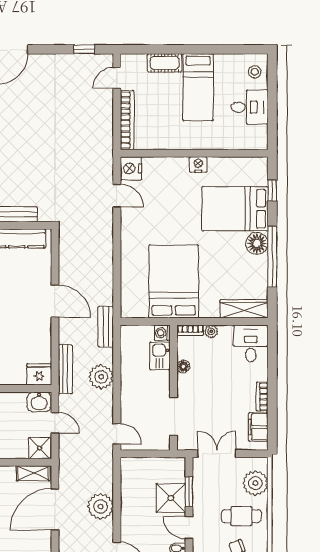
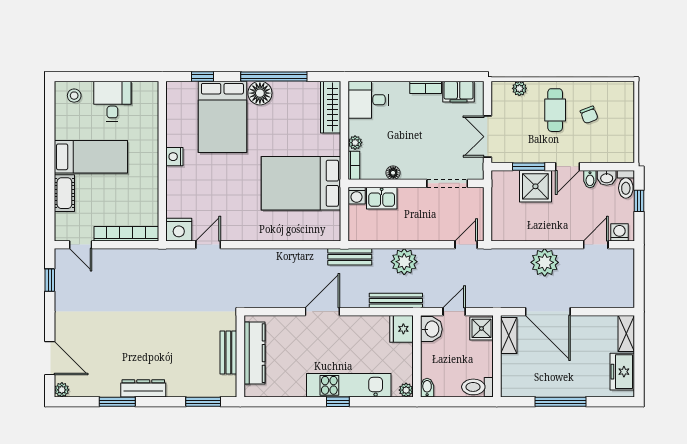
plant: (255, 483) -> (519, 88), width x0.53, depth x0.53

